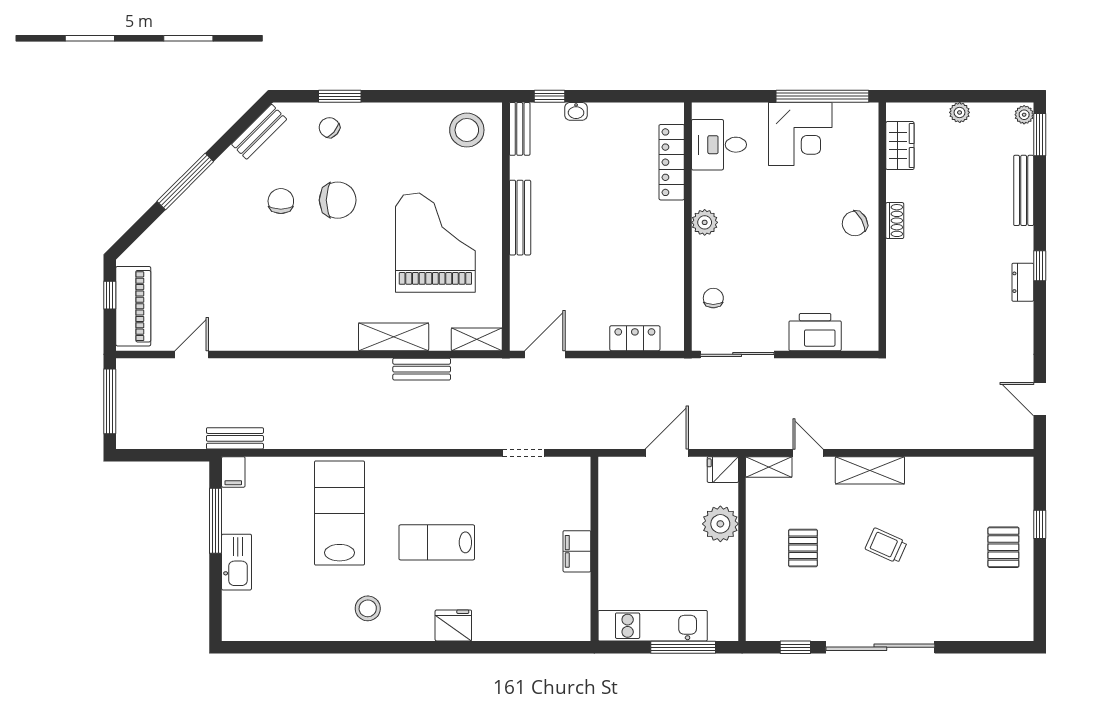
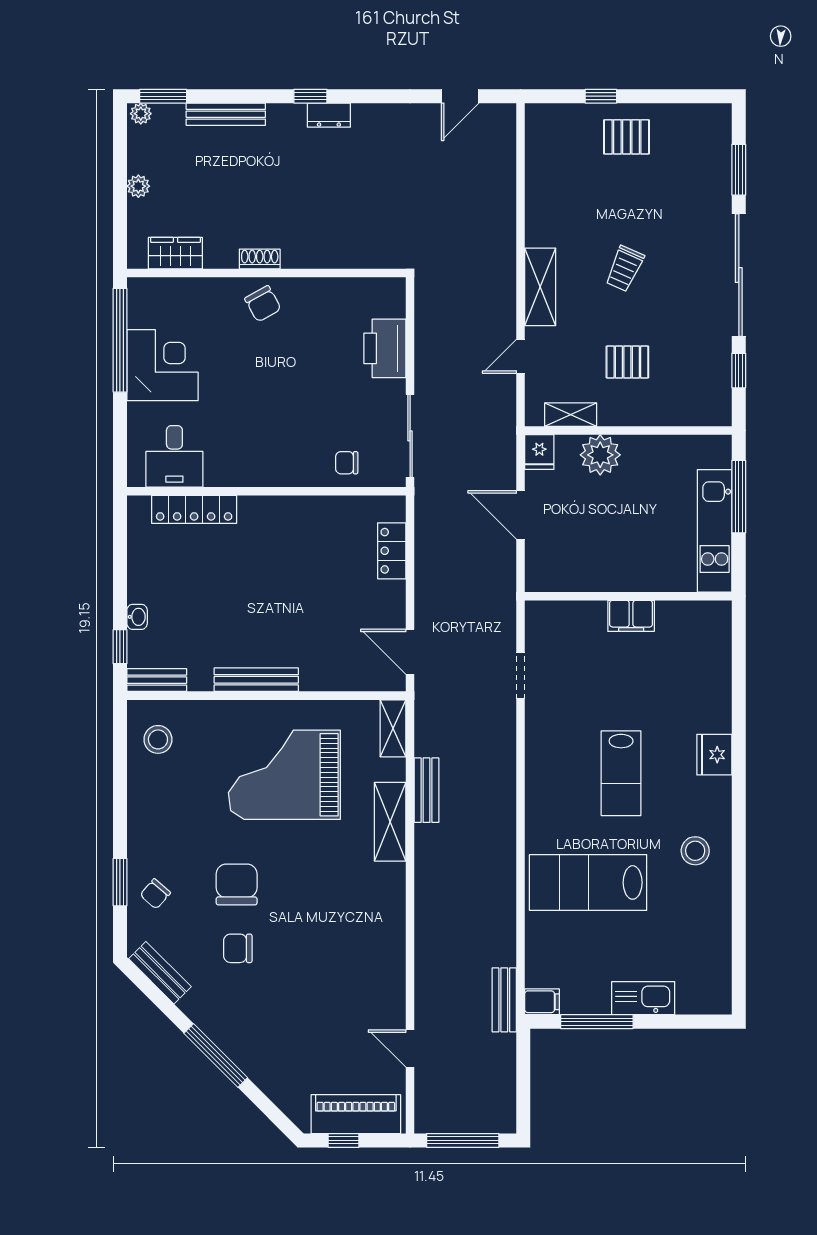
stool: (467, 130) -> (158, 739), width x0.73, depth x0.73
plant: (705, 222) -> (262, 472), removed
shelving: (769, 467) -> (571, 415), moved, turned 90
window: (974, 647) -> (739, 170), added

